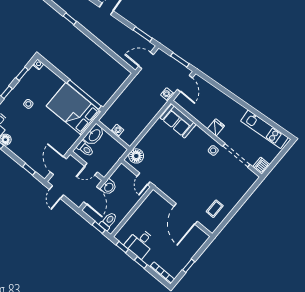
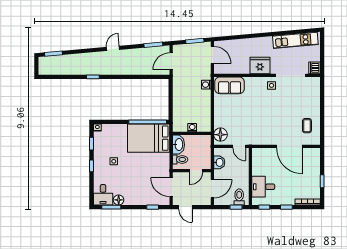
washing machine: (167, 94) -> (206, 85), moved
fridge: (216, 127) -> (260, 65), width x1.88, depth x1.34
washbasin: (109, 187) -> (219, 162), moved
door: (92, 196) -> (212, 189), hinge flipped
desk: (140, 243) -> (263, 187), moved, turned 90

